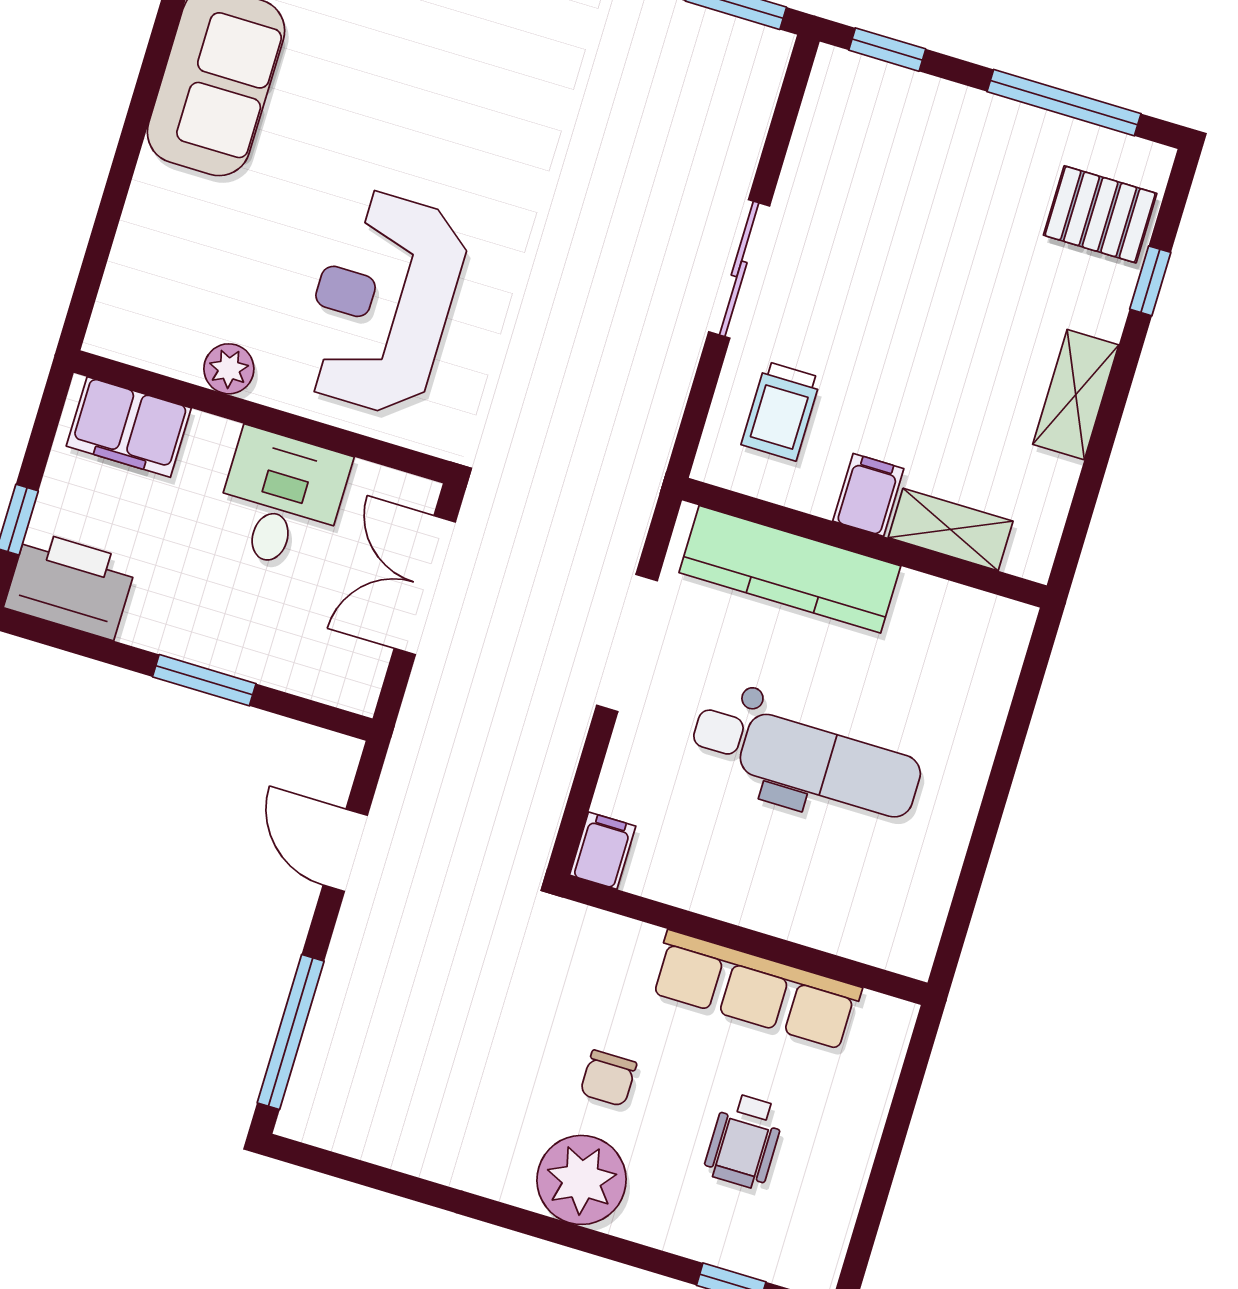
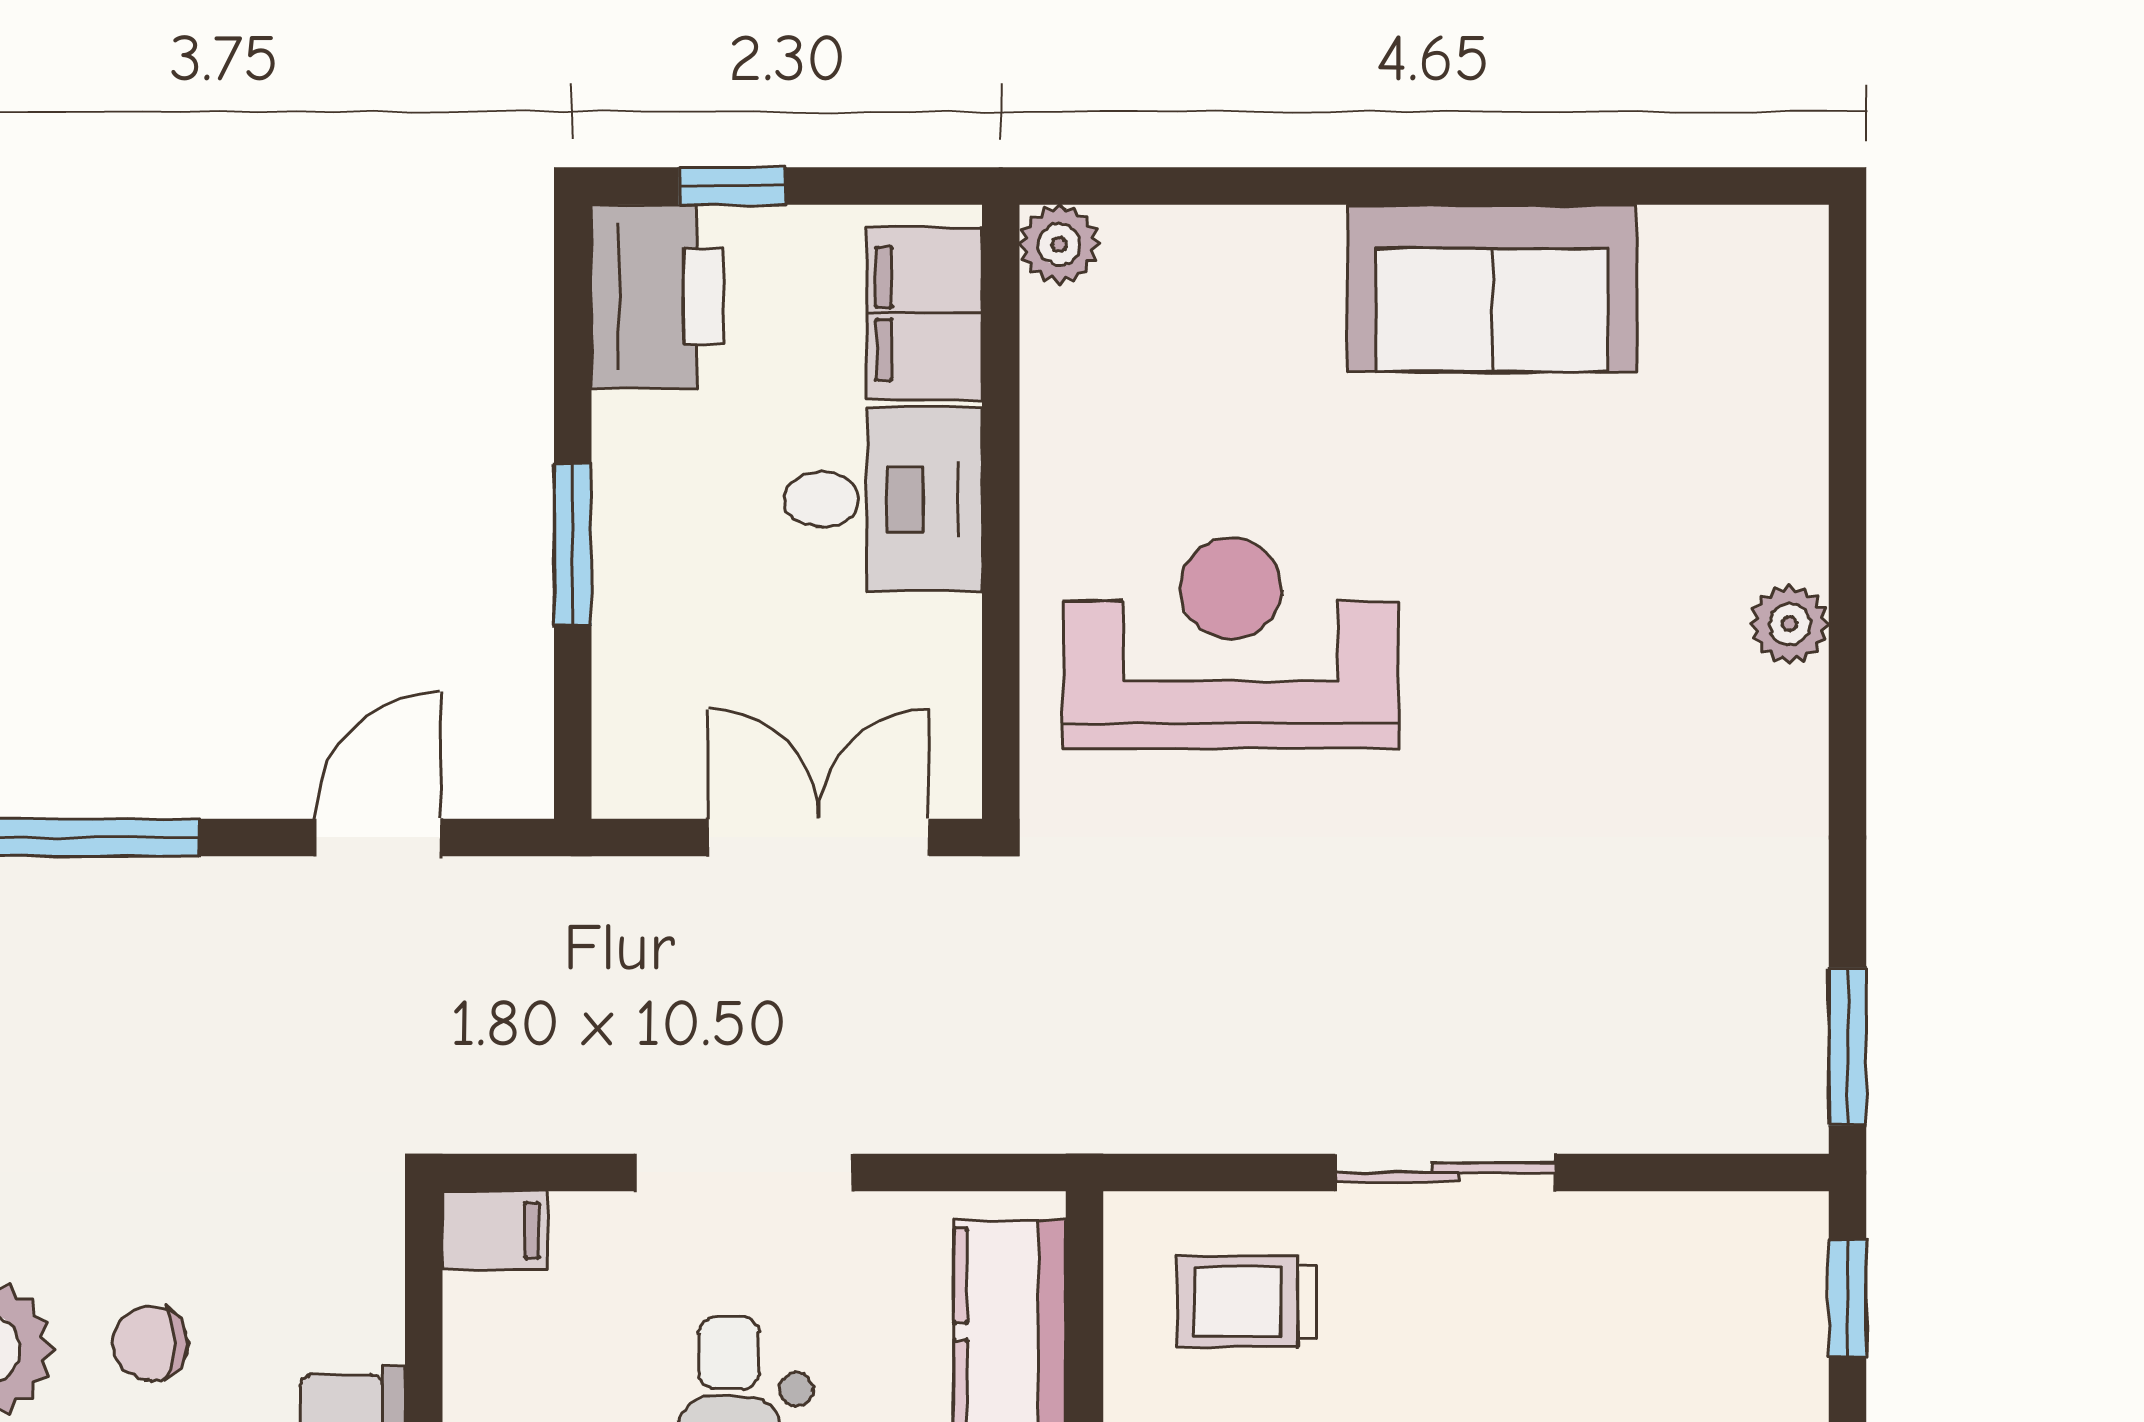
plant: (229, 369) -> (1059, 244), moved
desk: (281, 500) -> (883, 499), moved
doorway: (627, 643) -> (744, 1172), moved

